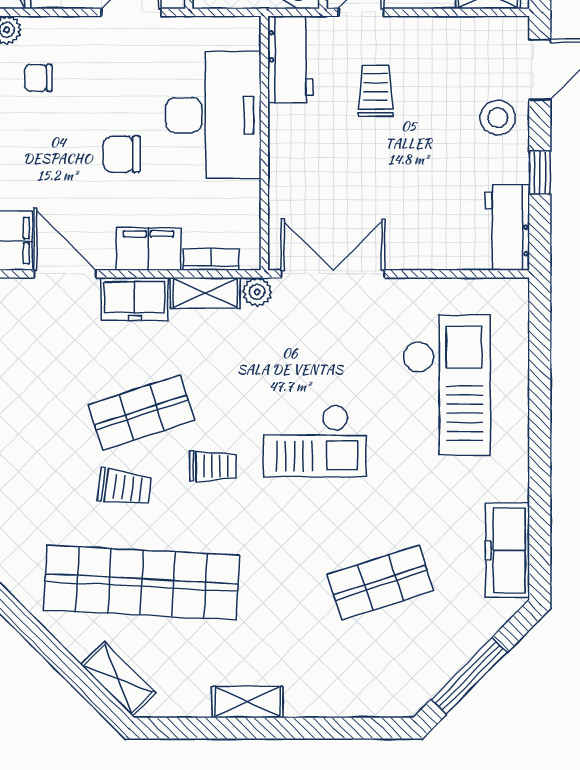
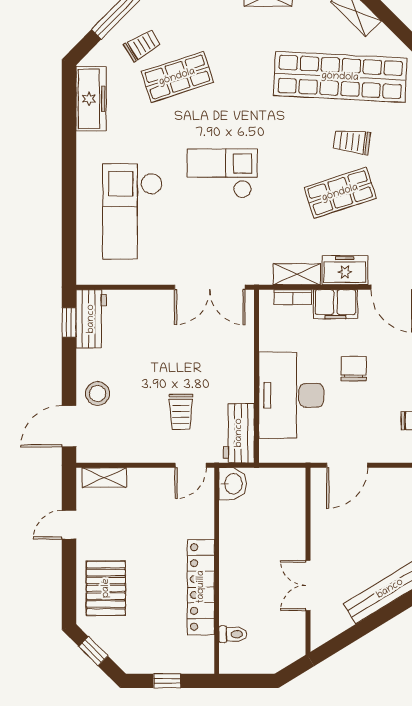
chair: (122, 154) -> (354, 369), turned -90
window: (540, 172) -> (69, 322), moved
plant: (257, 292) -> (261, 275), removed
trolley: (213, 466) -> (142, 45), moved, turned 149

